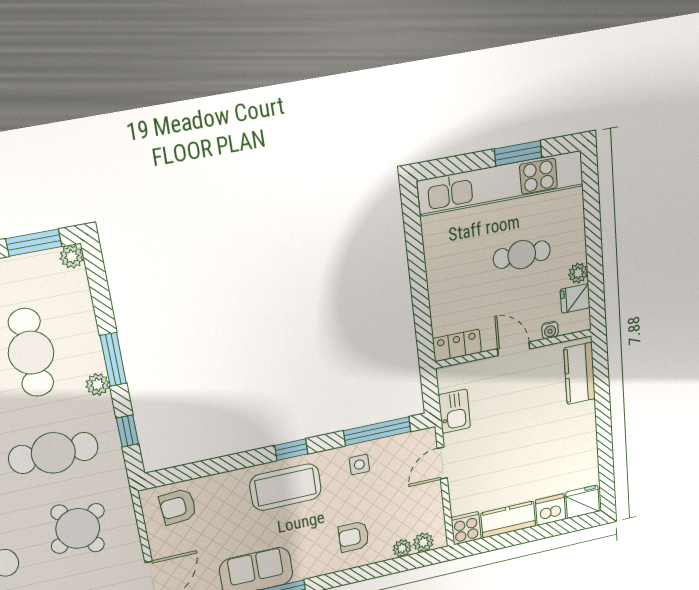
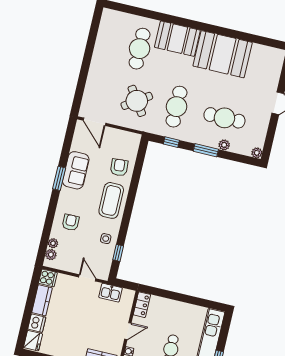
window: (34, 243) -> (269, 140), removed
plant: (98, 384) -> (224, 145), moved
window: (377, 431) -> (118, 253), width x0.46
window: (291, 450) -> (128, 210), removed
armchair: (178, 507) -> (119, 167), moved

